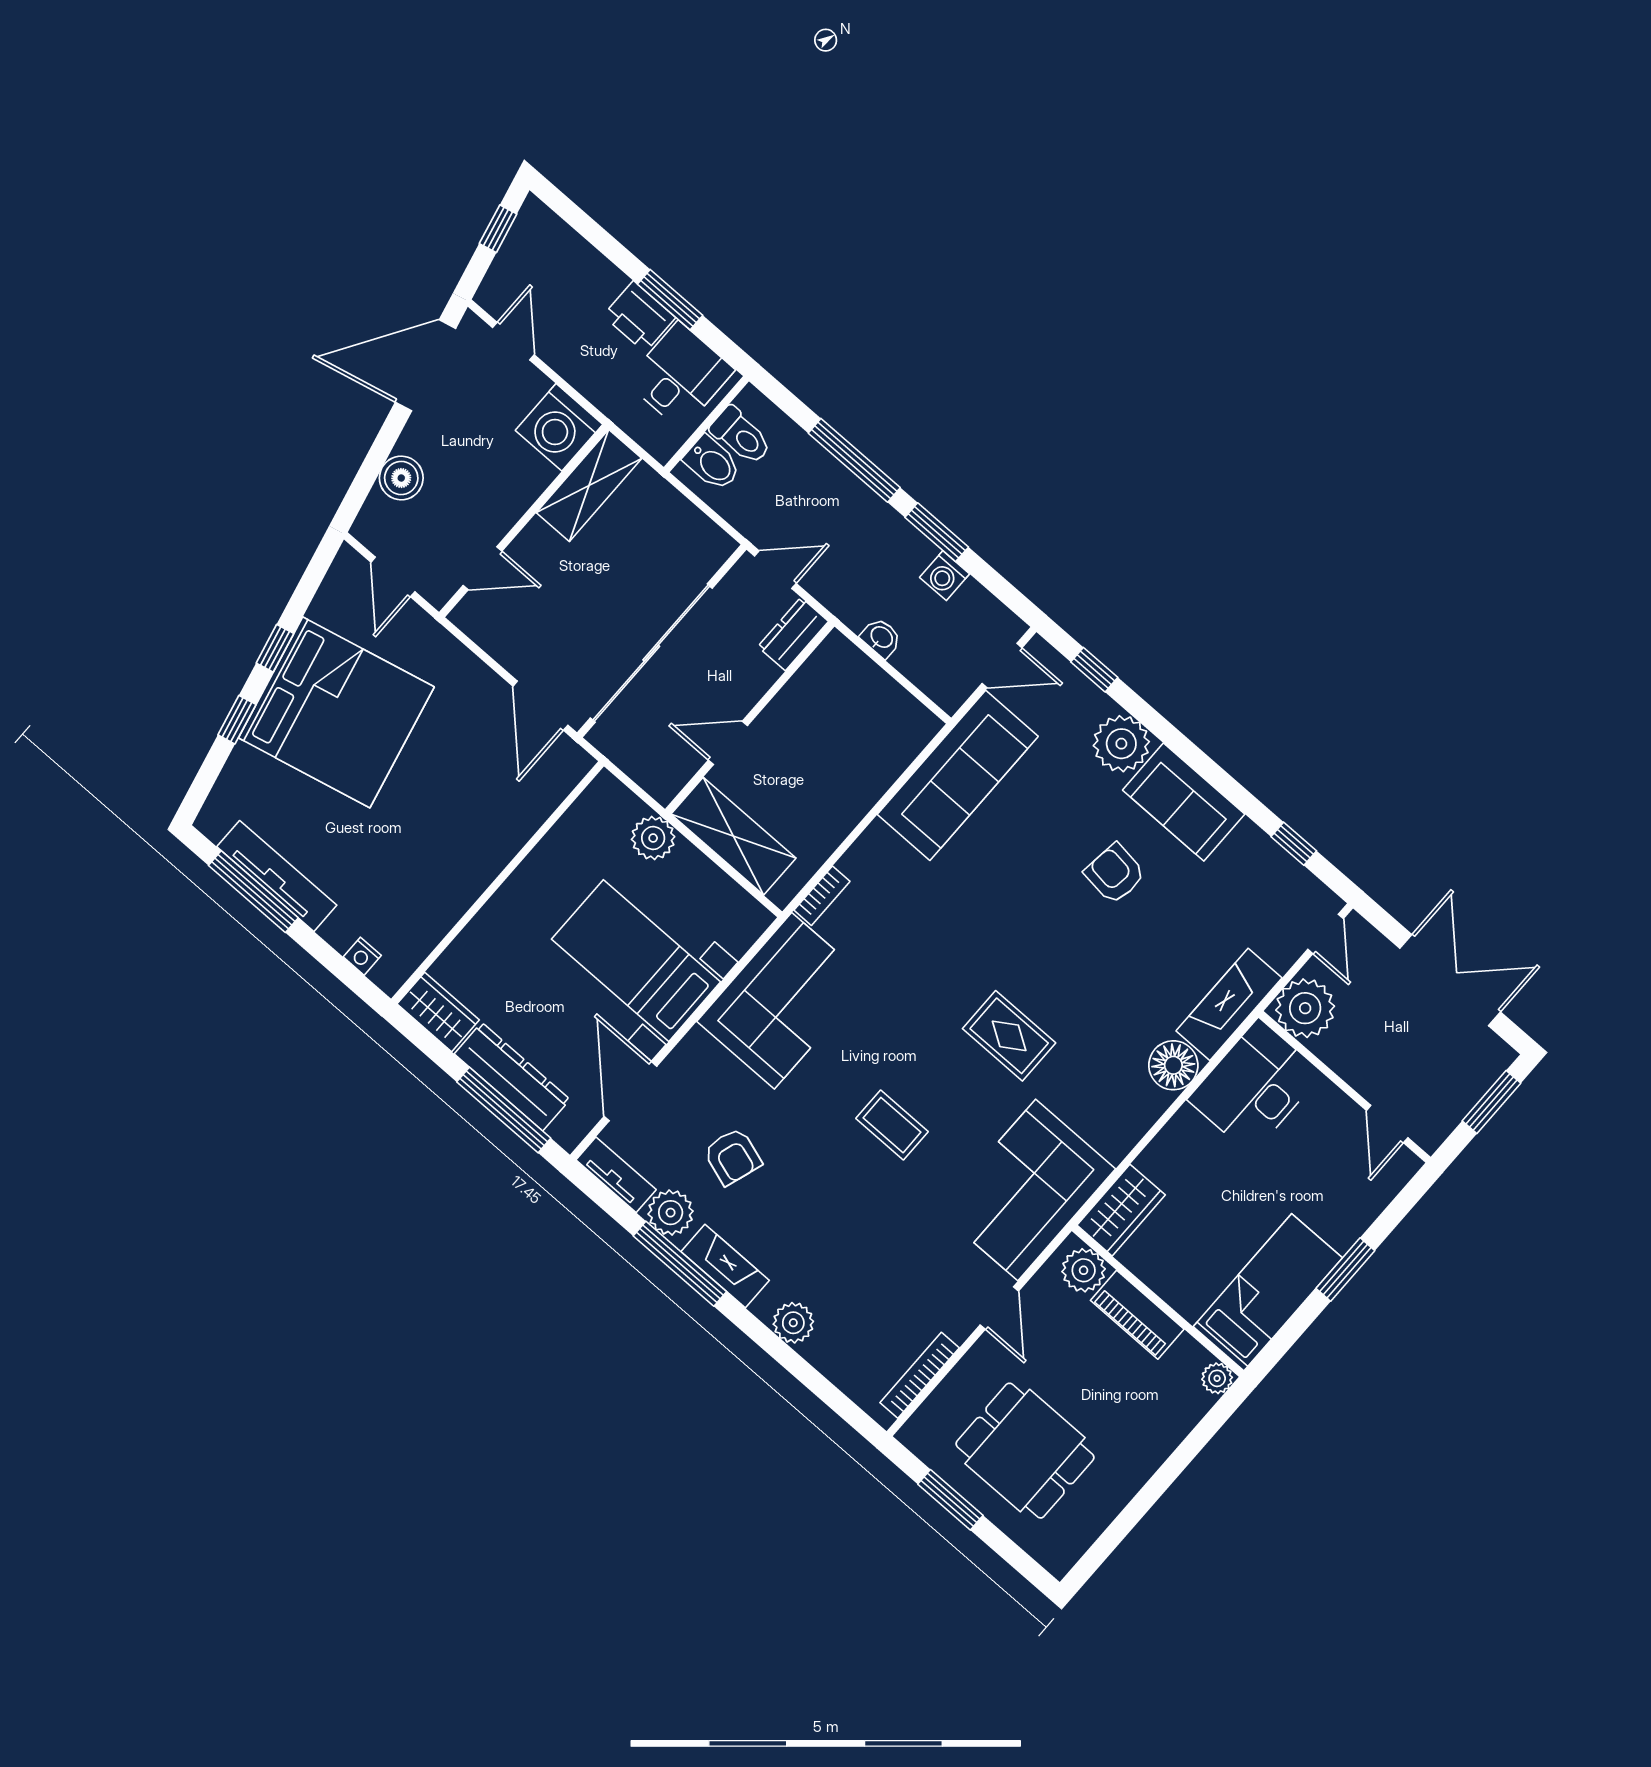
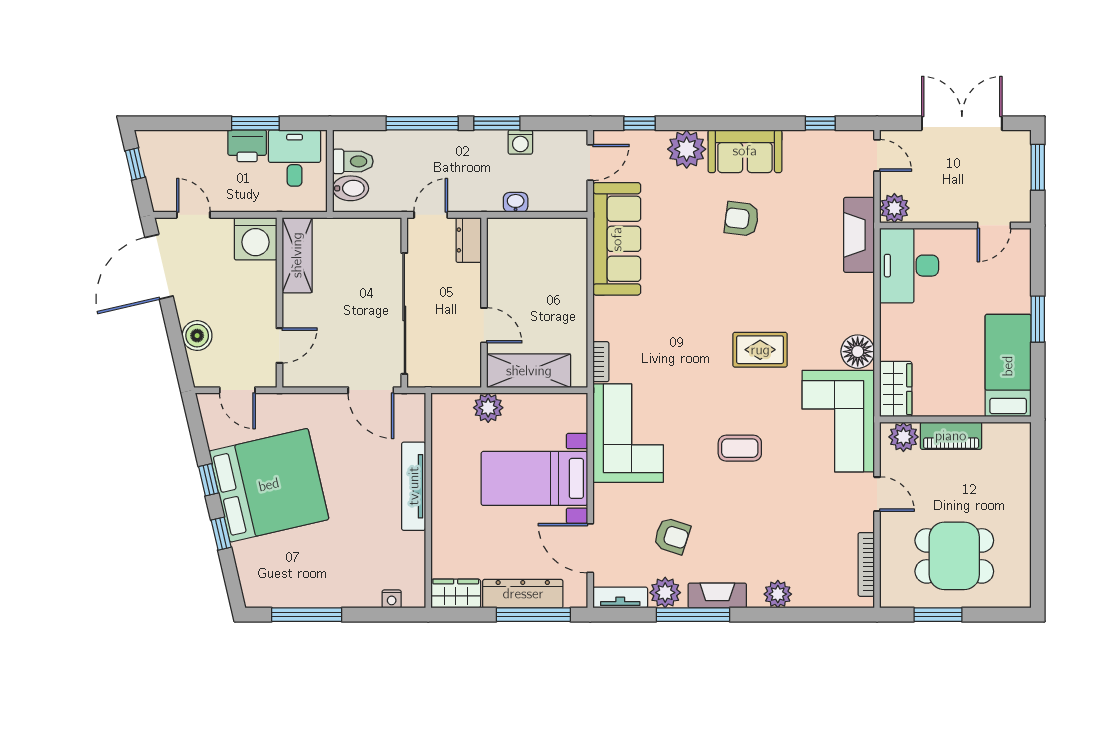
door: (728, 743) -> (484, 325), swing flipped
tv unit: (277, 876) -> (414, 486), moved, turned -90
plant: (1305, 1008) -> (894, 208), width x0.73, depth x0.73
floor lamp: (1173, 1065) -> (858, 352), moved
door: (1387, 1124) -> (994, 225), hinge flipped
plant: (1217, 1378) -> (1021, 433), removed

